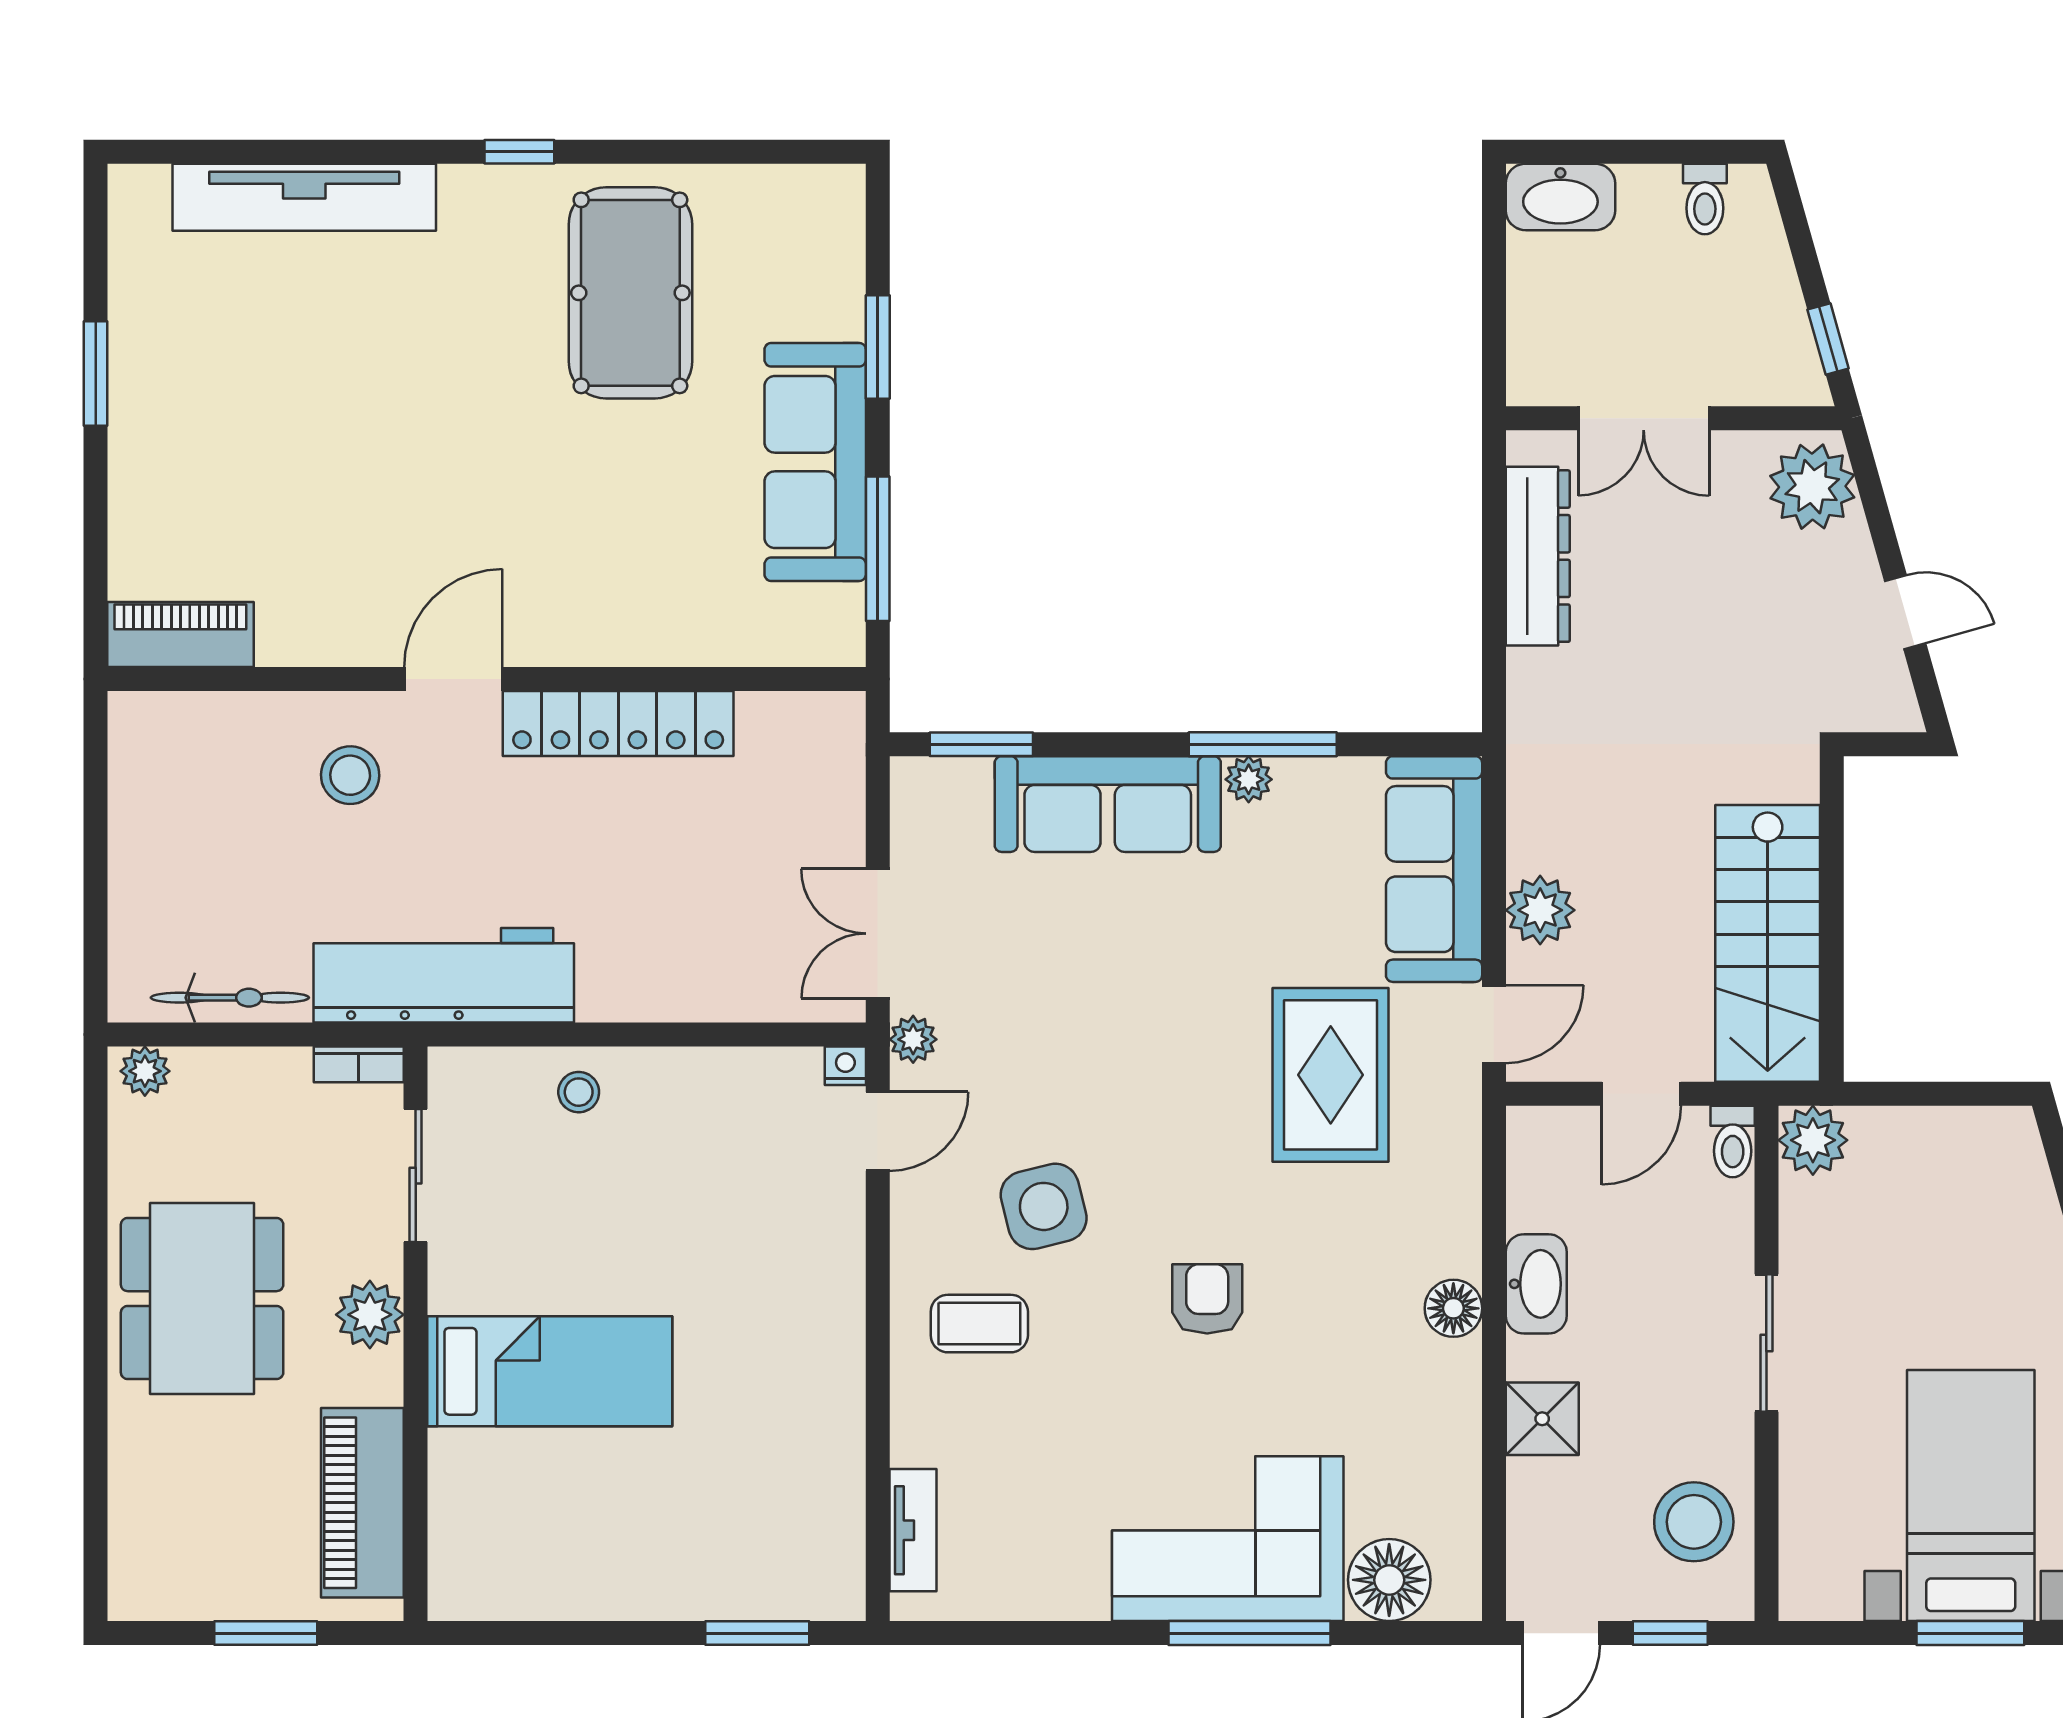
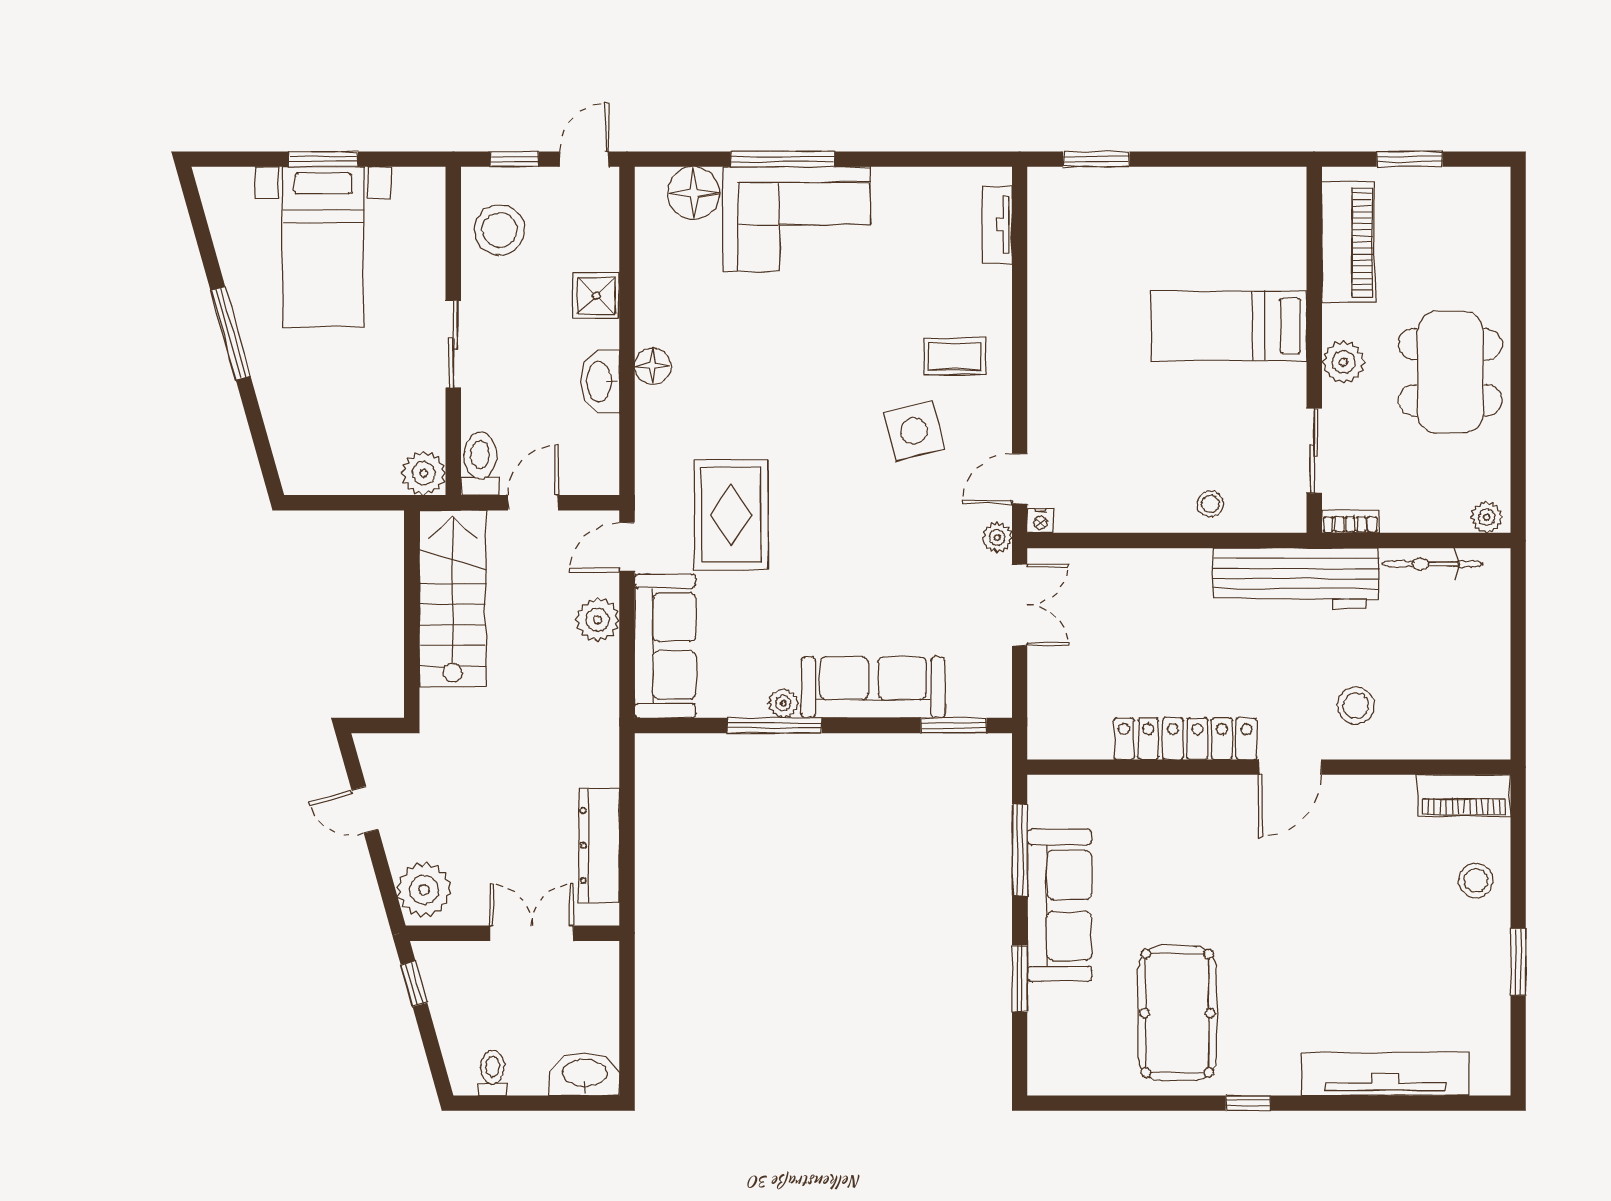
stool: (162, 501) -> (1476, 880), added
toilet: (1733, 1142) -> (480, 464), width x1.37, depth x1.39
armchair: (1207, 1299) -> (810, 372), removed

